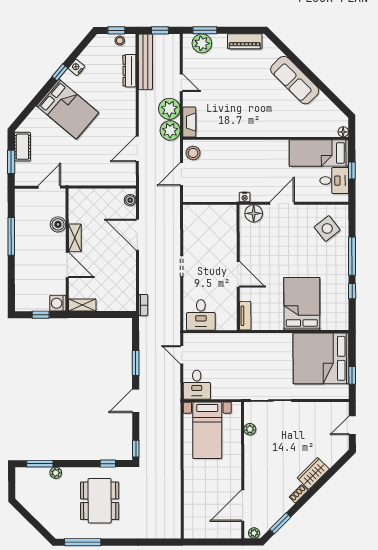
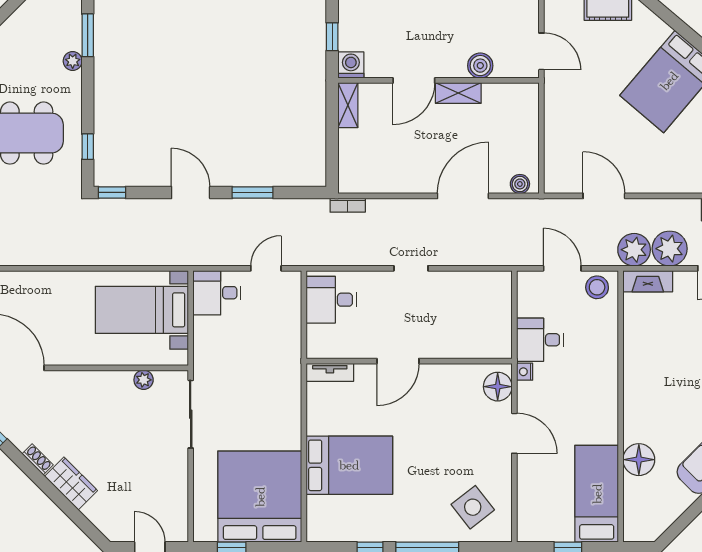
floor lamp: (343, 132) -> (639, 460), moved, width x1.89, depth x1.89
desk: (334, 181) -> (540, 340), moved, turned 90

